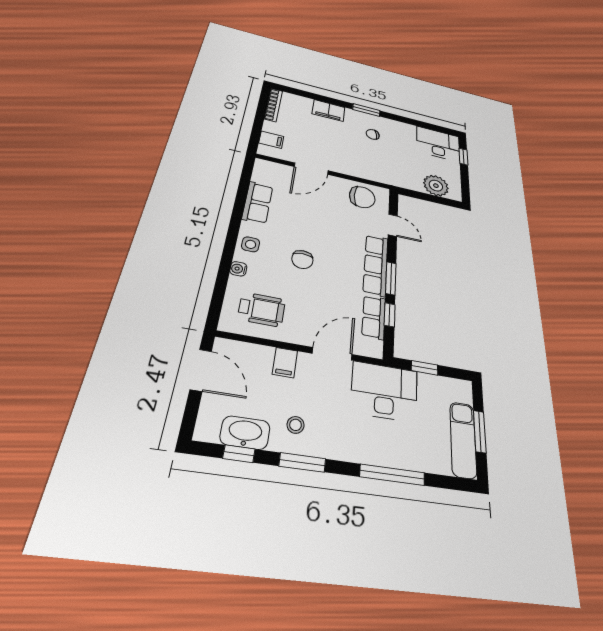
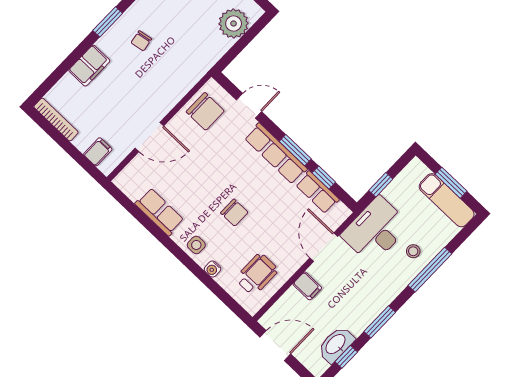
door: (311, 169) -> (149, 137), hinge flipped
chair: (362, 197) -> (205, 111), turned 90
stool: (296, 425) -> (413, 251), moved

